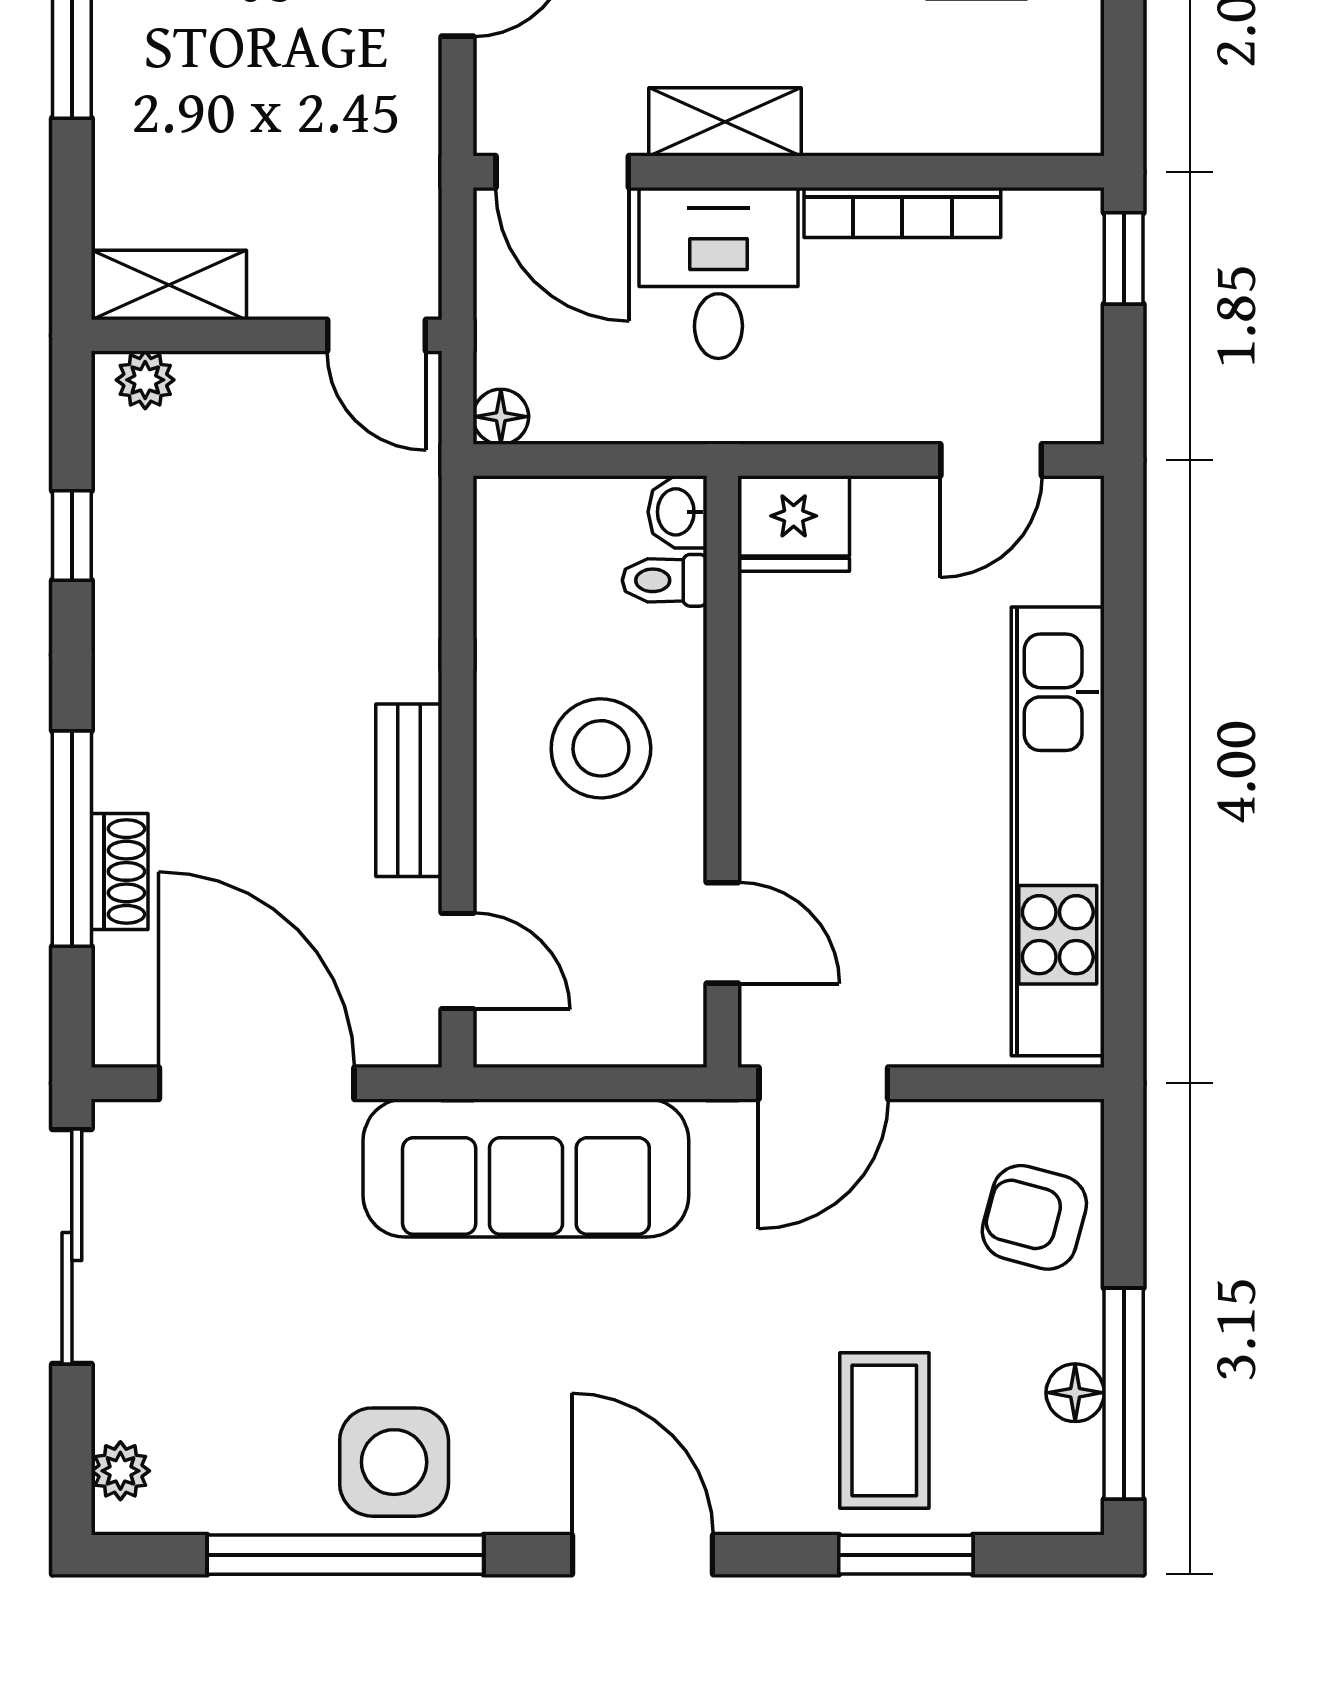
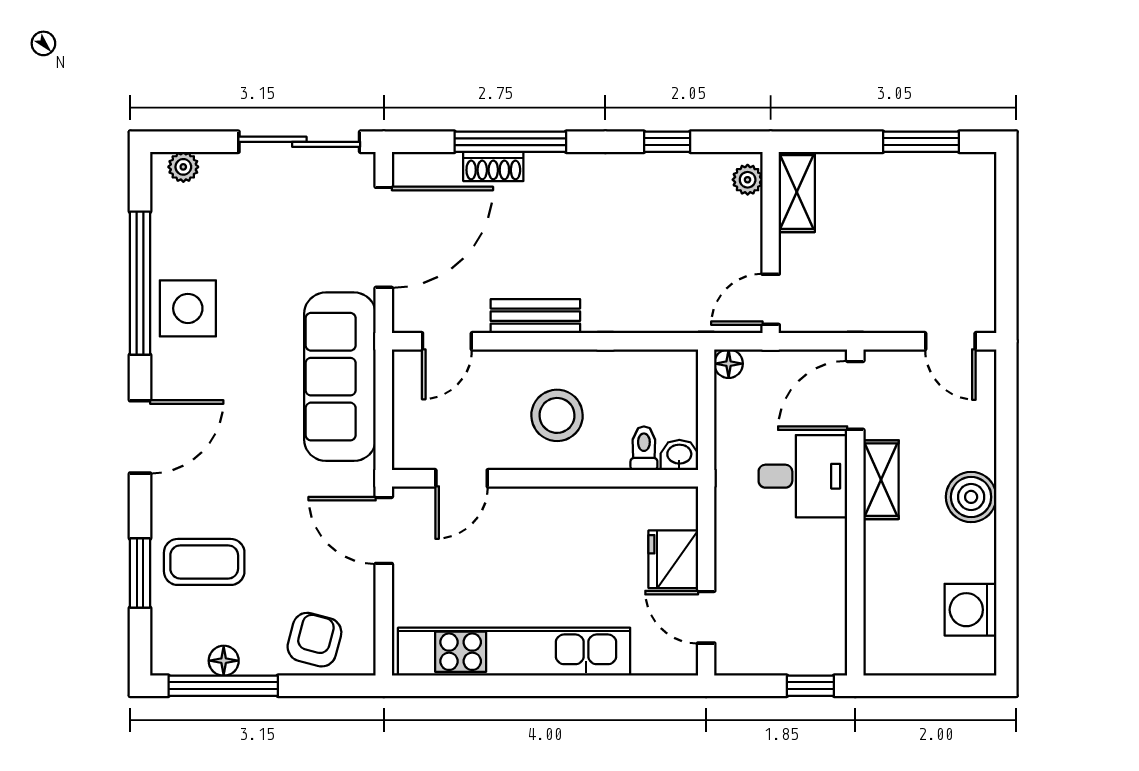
bookcase: (902, 213) -> (834, 571), removed
fridge: (794, 524) -> (673, 559), moved

